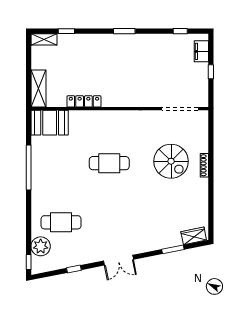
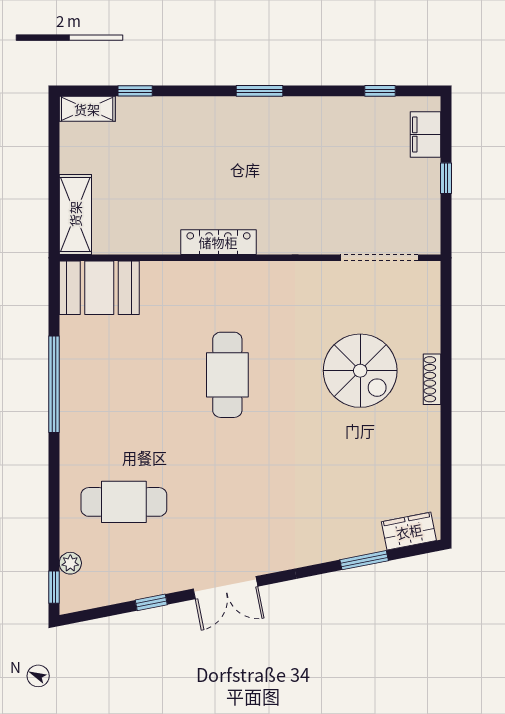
locker: (84, 101) -> (218, 242), moved
cafe table: (109, 163) -> (227, 375), turned 90
plant: (41, 246) -> (70, 563), width x0.53, depth x0.53
double door: (118, 260) -> (226, 588), moved

